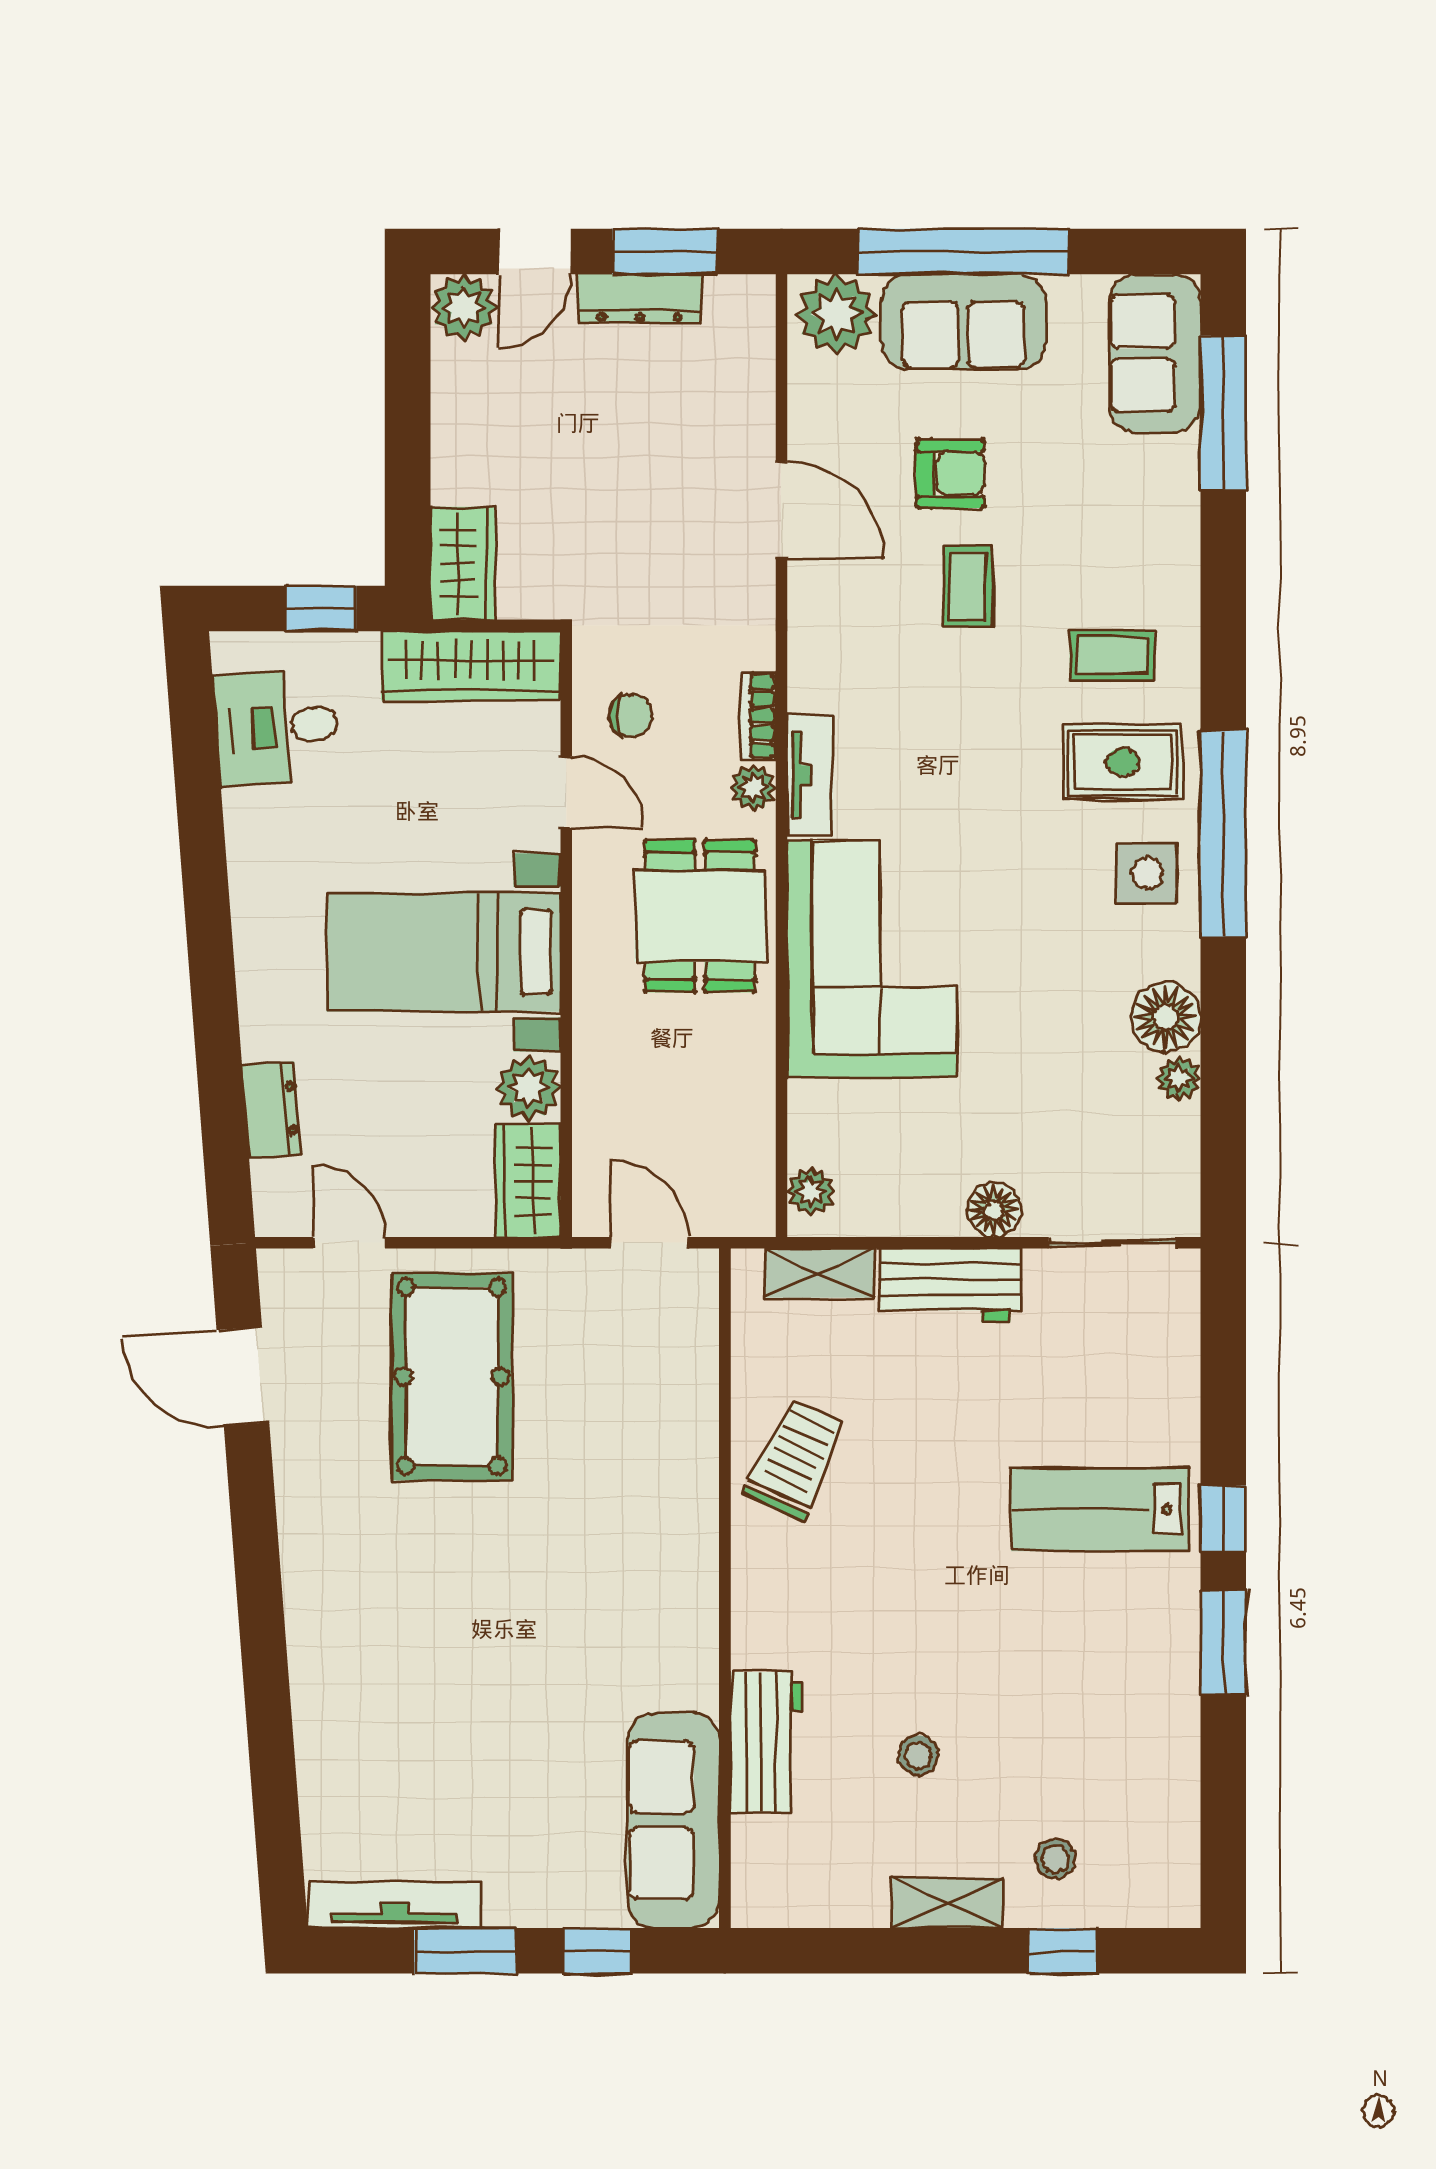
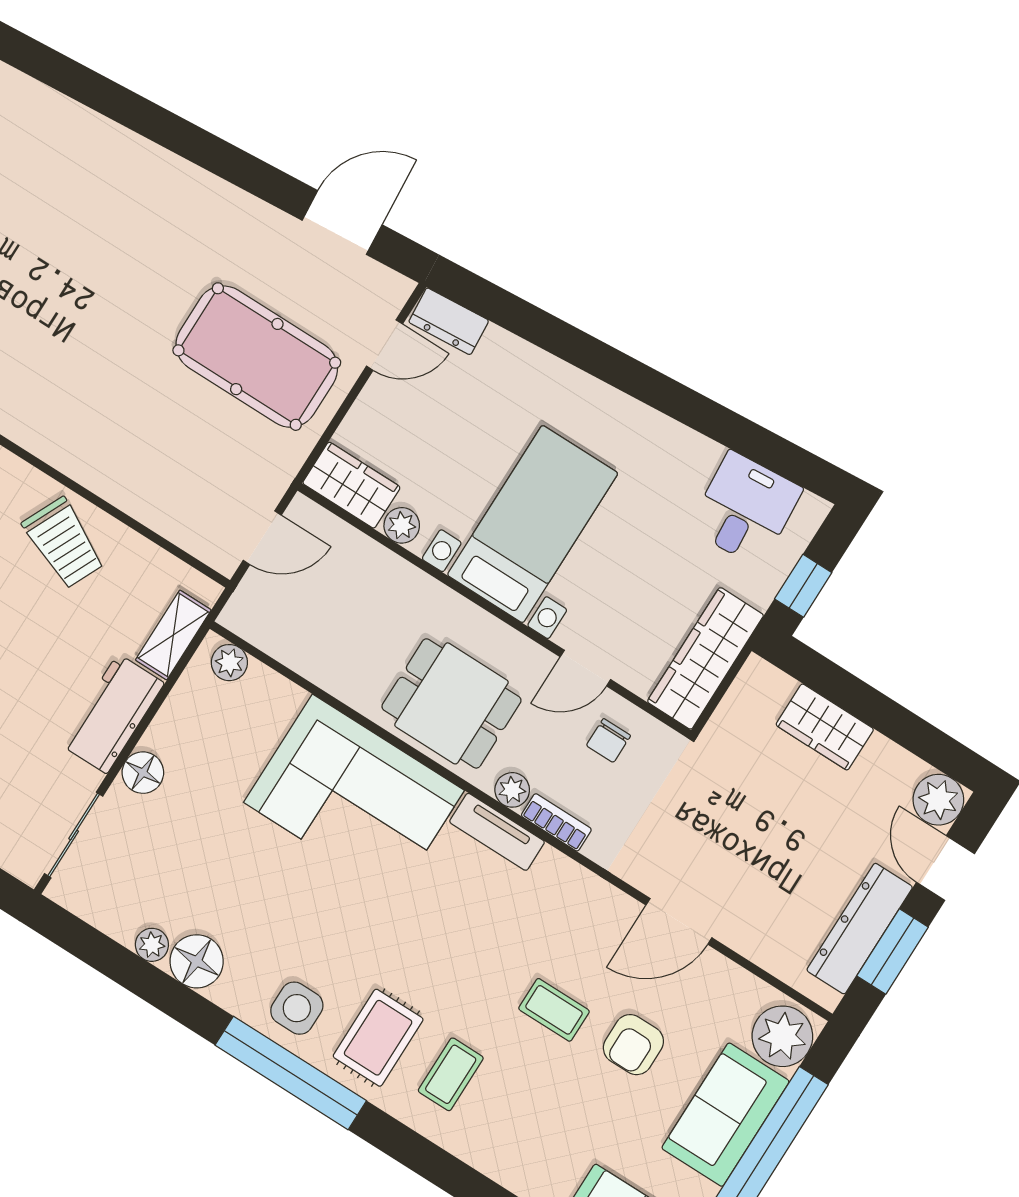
dresser: (640, 298) -> (860, 929), width x1.37, depth x1.24
wardrobe: (463, 563) -> (825, 727), moved
plant: (528, 1088) -> (402, 525), width x0.73, depth x0.73
dresser: (272, 1109) -> (449, 321), moved

